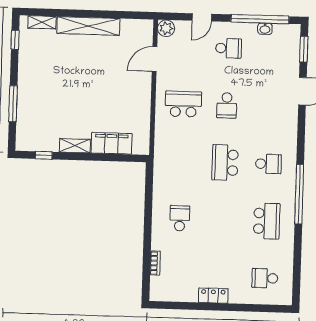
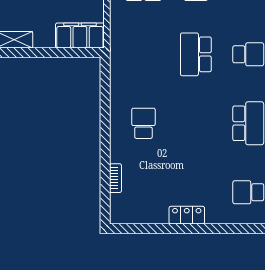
filing cabinet: (112, 143) -> (80, 35), moved

